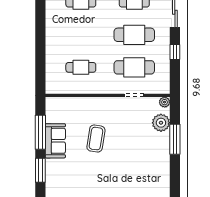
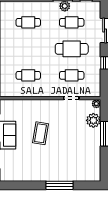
cafe table: (134, 67) -> (72, 75), width x0.73, depth x0.74

